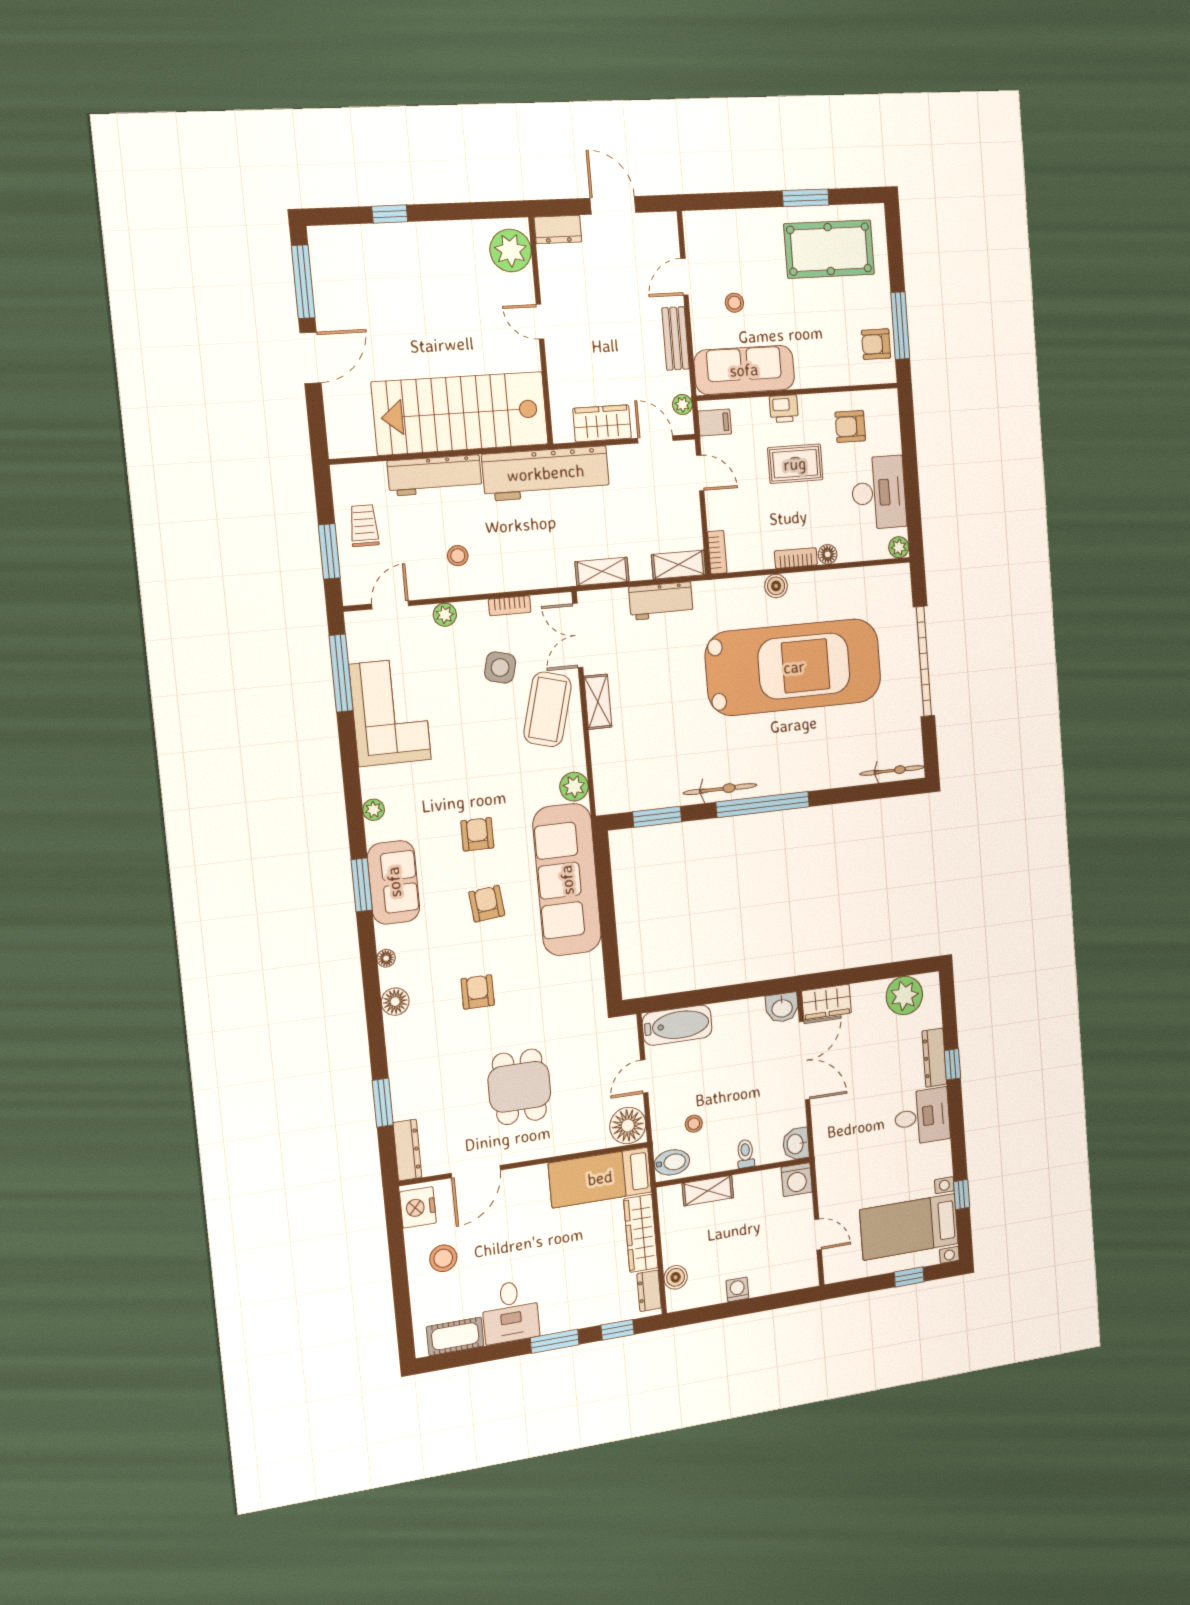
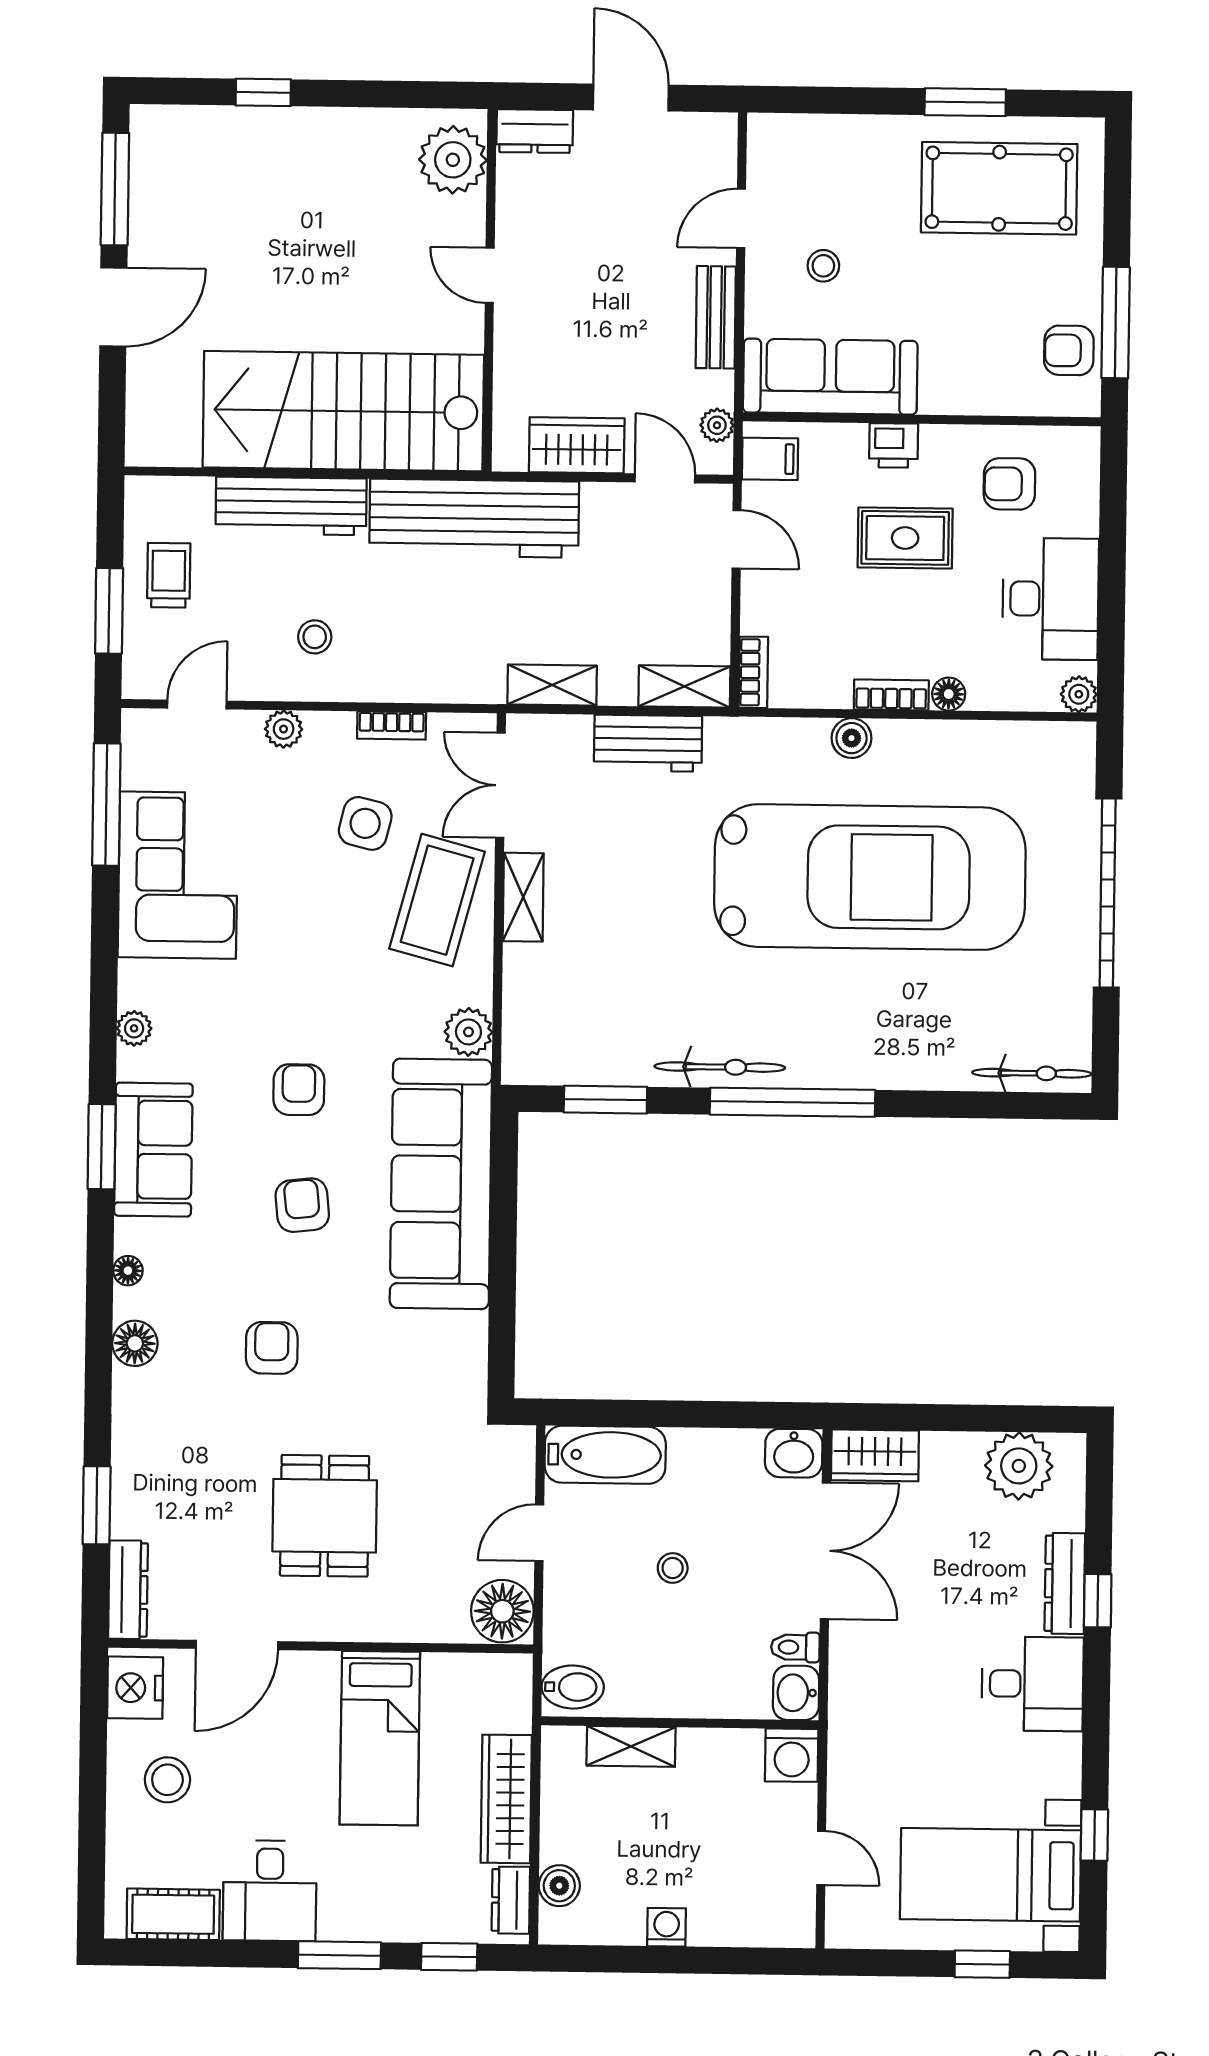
stool: (694, 1124) -> (673, 1568), moved
toilet: (746, 1154) -> (795, 1647), moved, turned -90
bed: (600, 1178) -> (380, 1738), moved, turned -90

